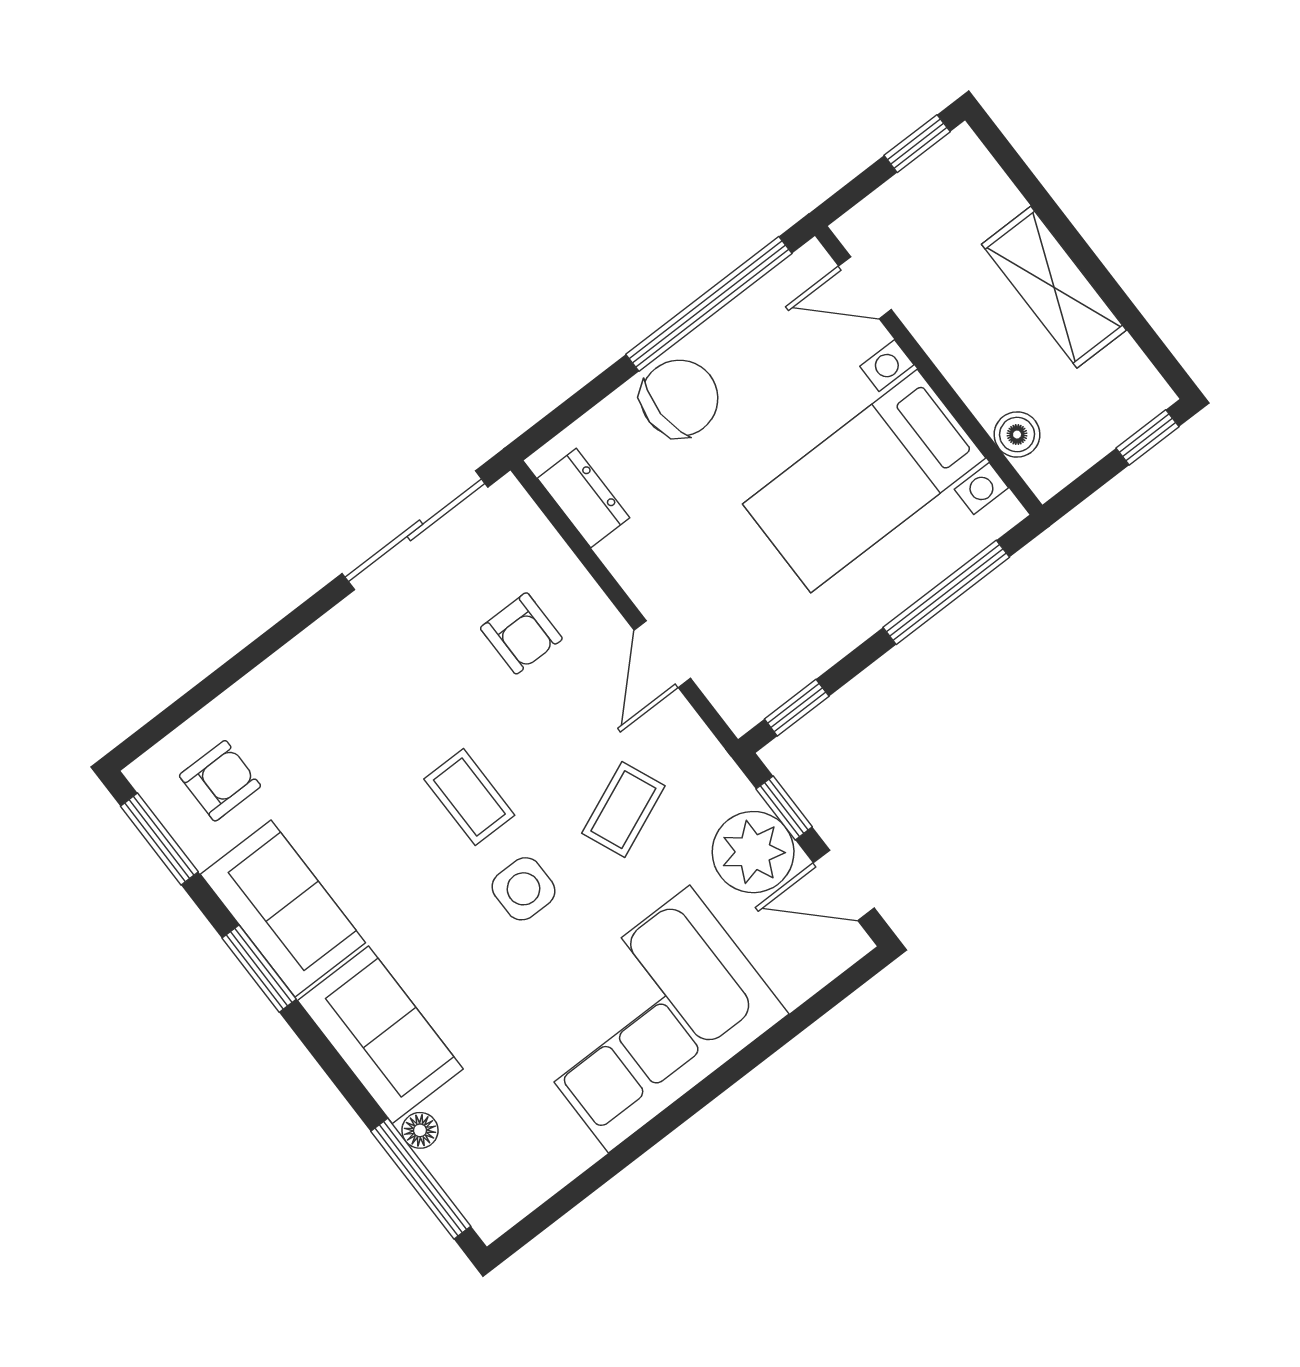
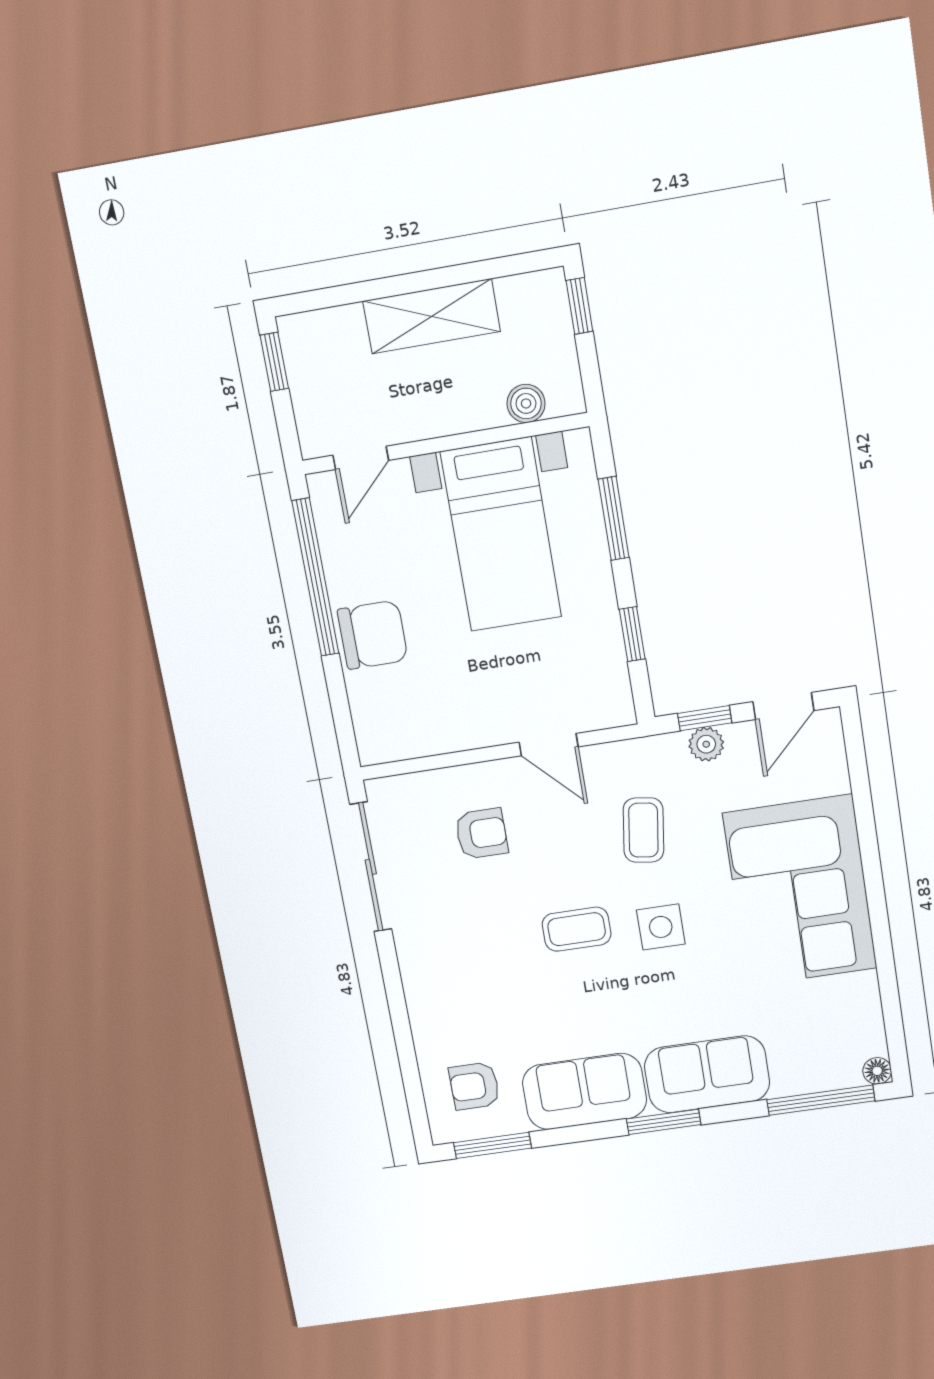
chair: (679, 398) -> (373, 635), turned 91
dresser: (583, 498) -> (409, 740), removed
window: (946, 592) -> (614, 518), width x0.69
window: (797, 708) -> (632, 634), moved
armchair: (220, 781) -> (474, 1086), turned -90
coffee table: (623, 810) -> (643, 830), turned 31
plant: (753, 852) -> (706, 744), width x0.53, depth x0.53
window: (259, 969) -> (664, 1122), moved
floor lamp: (420, 1130) -> (877, 1071), moved

